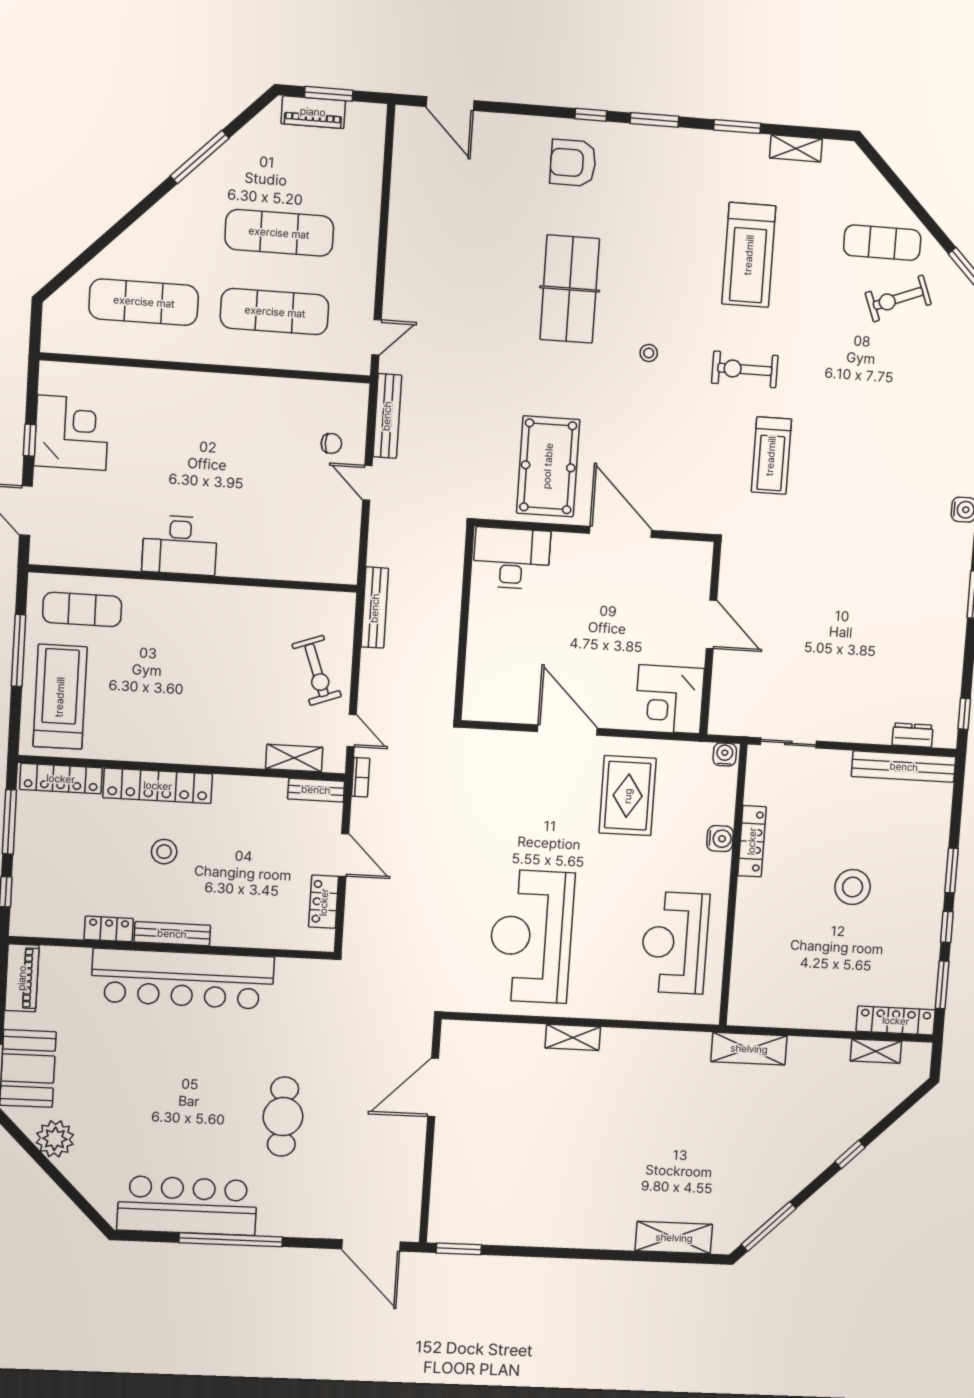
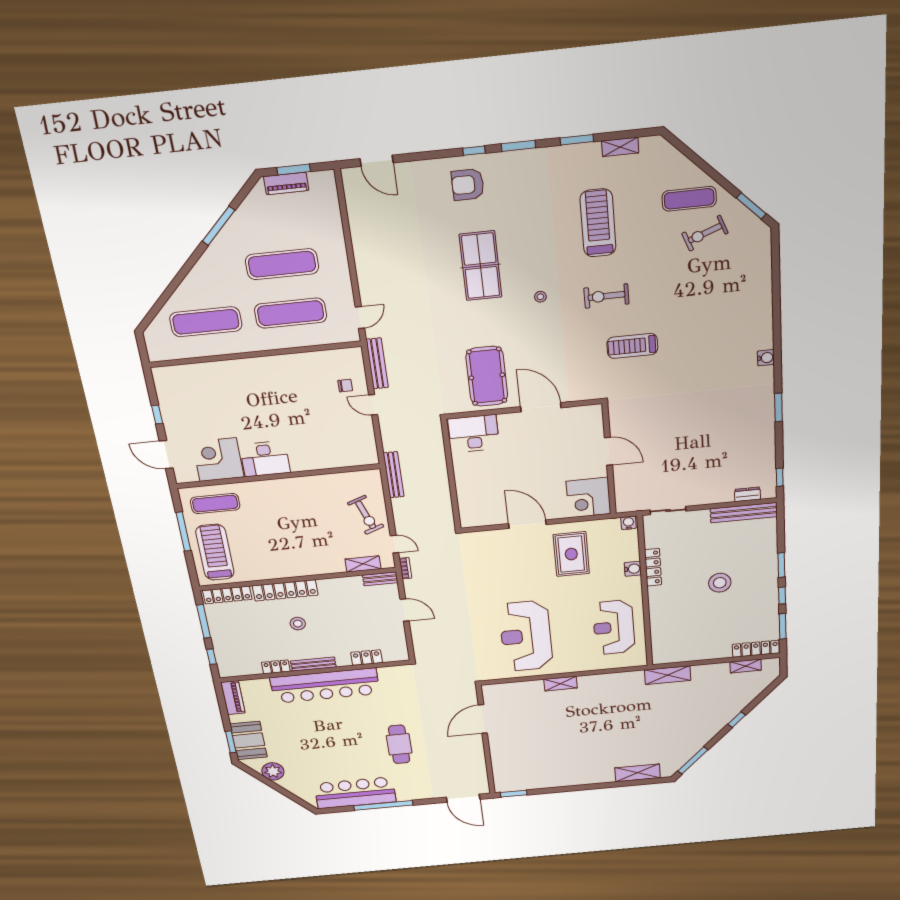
treadmill: (749, 255) -> (598, 223), turned 180
corner desk: (72, 433) -> (218, 460), moved, turned -90
treadmill: (771, 456) -> (632, 346), turned 90
locker: (324, 902) -> (367, 658), moved, turned 90

